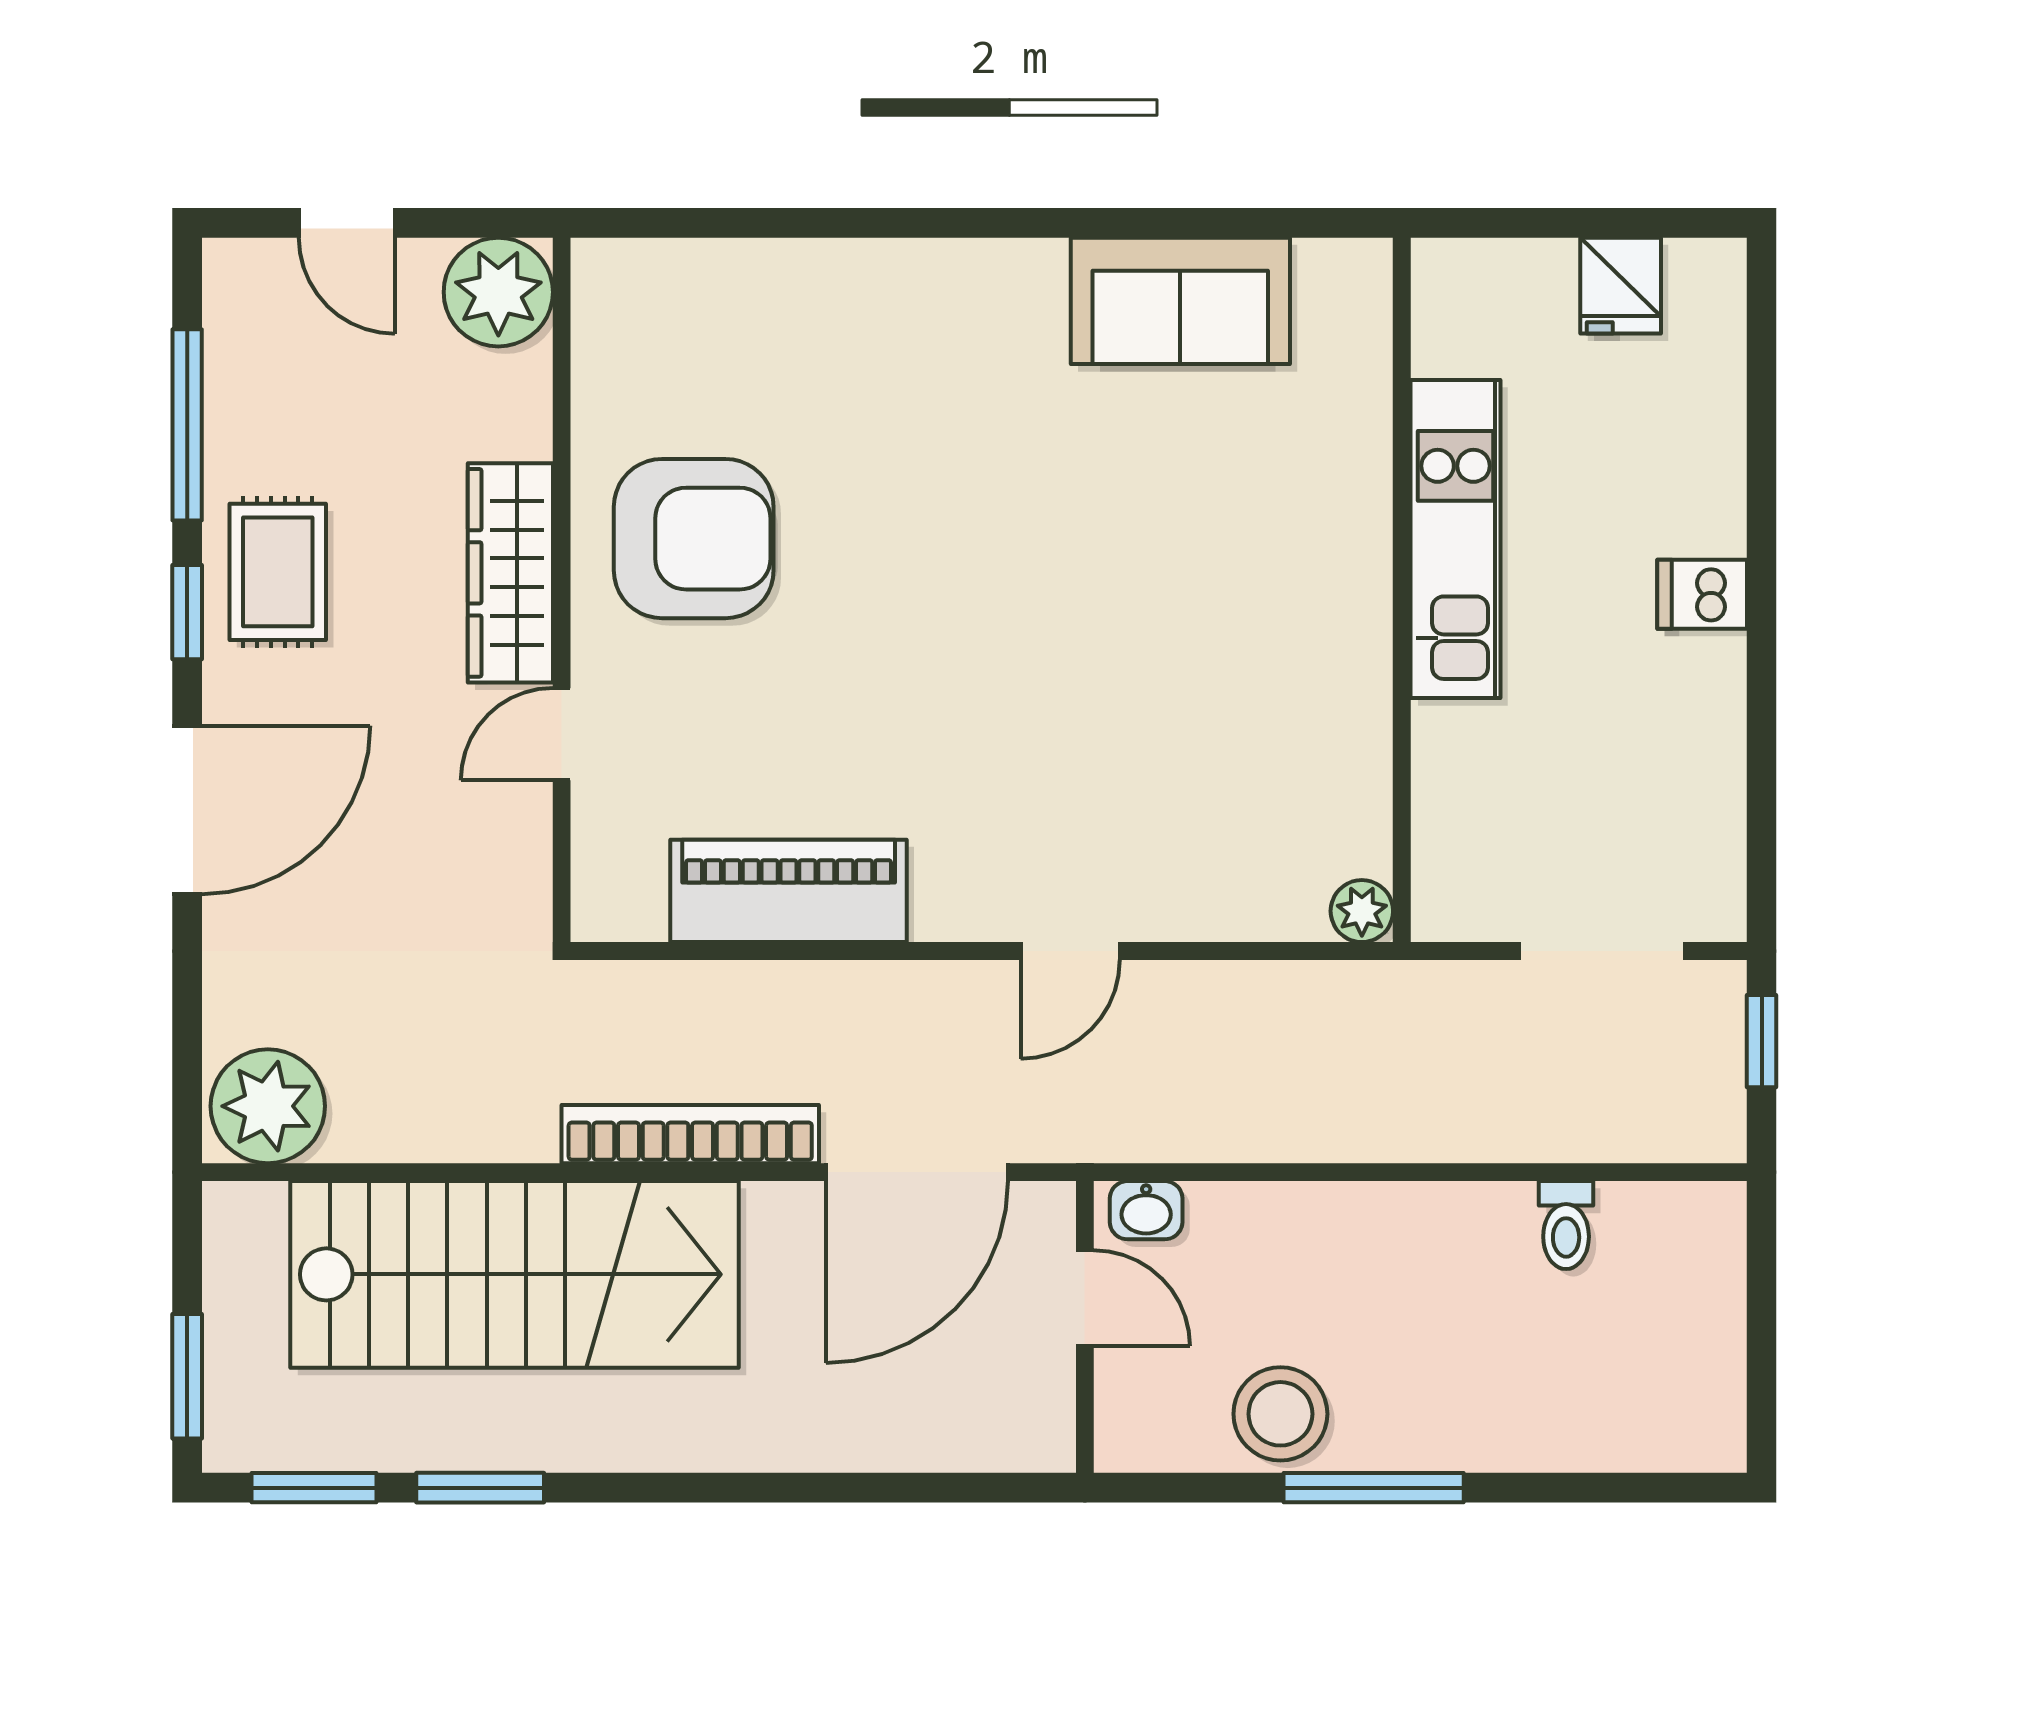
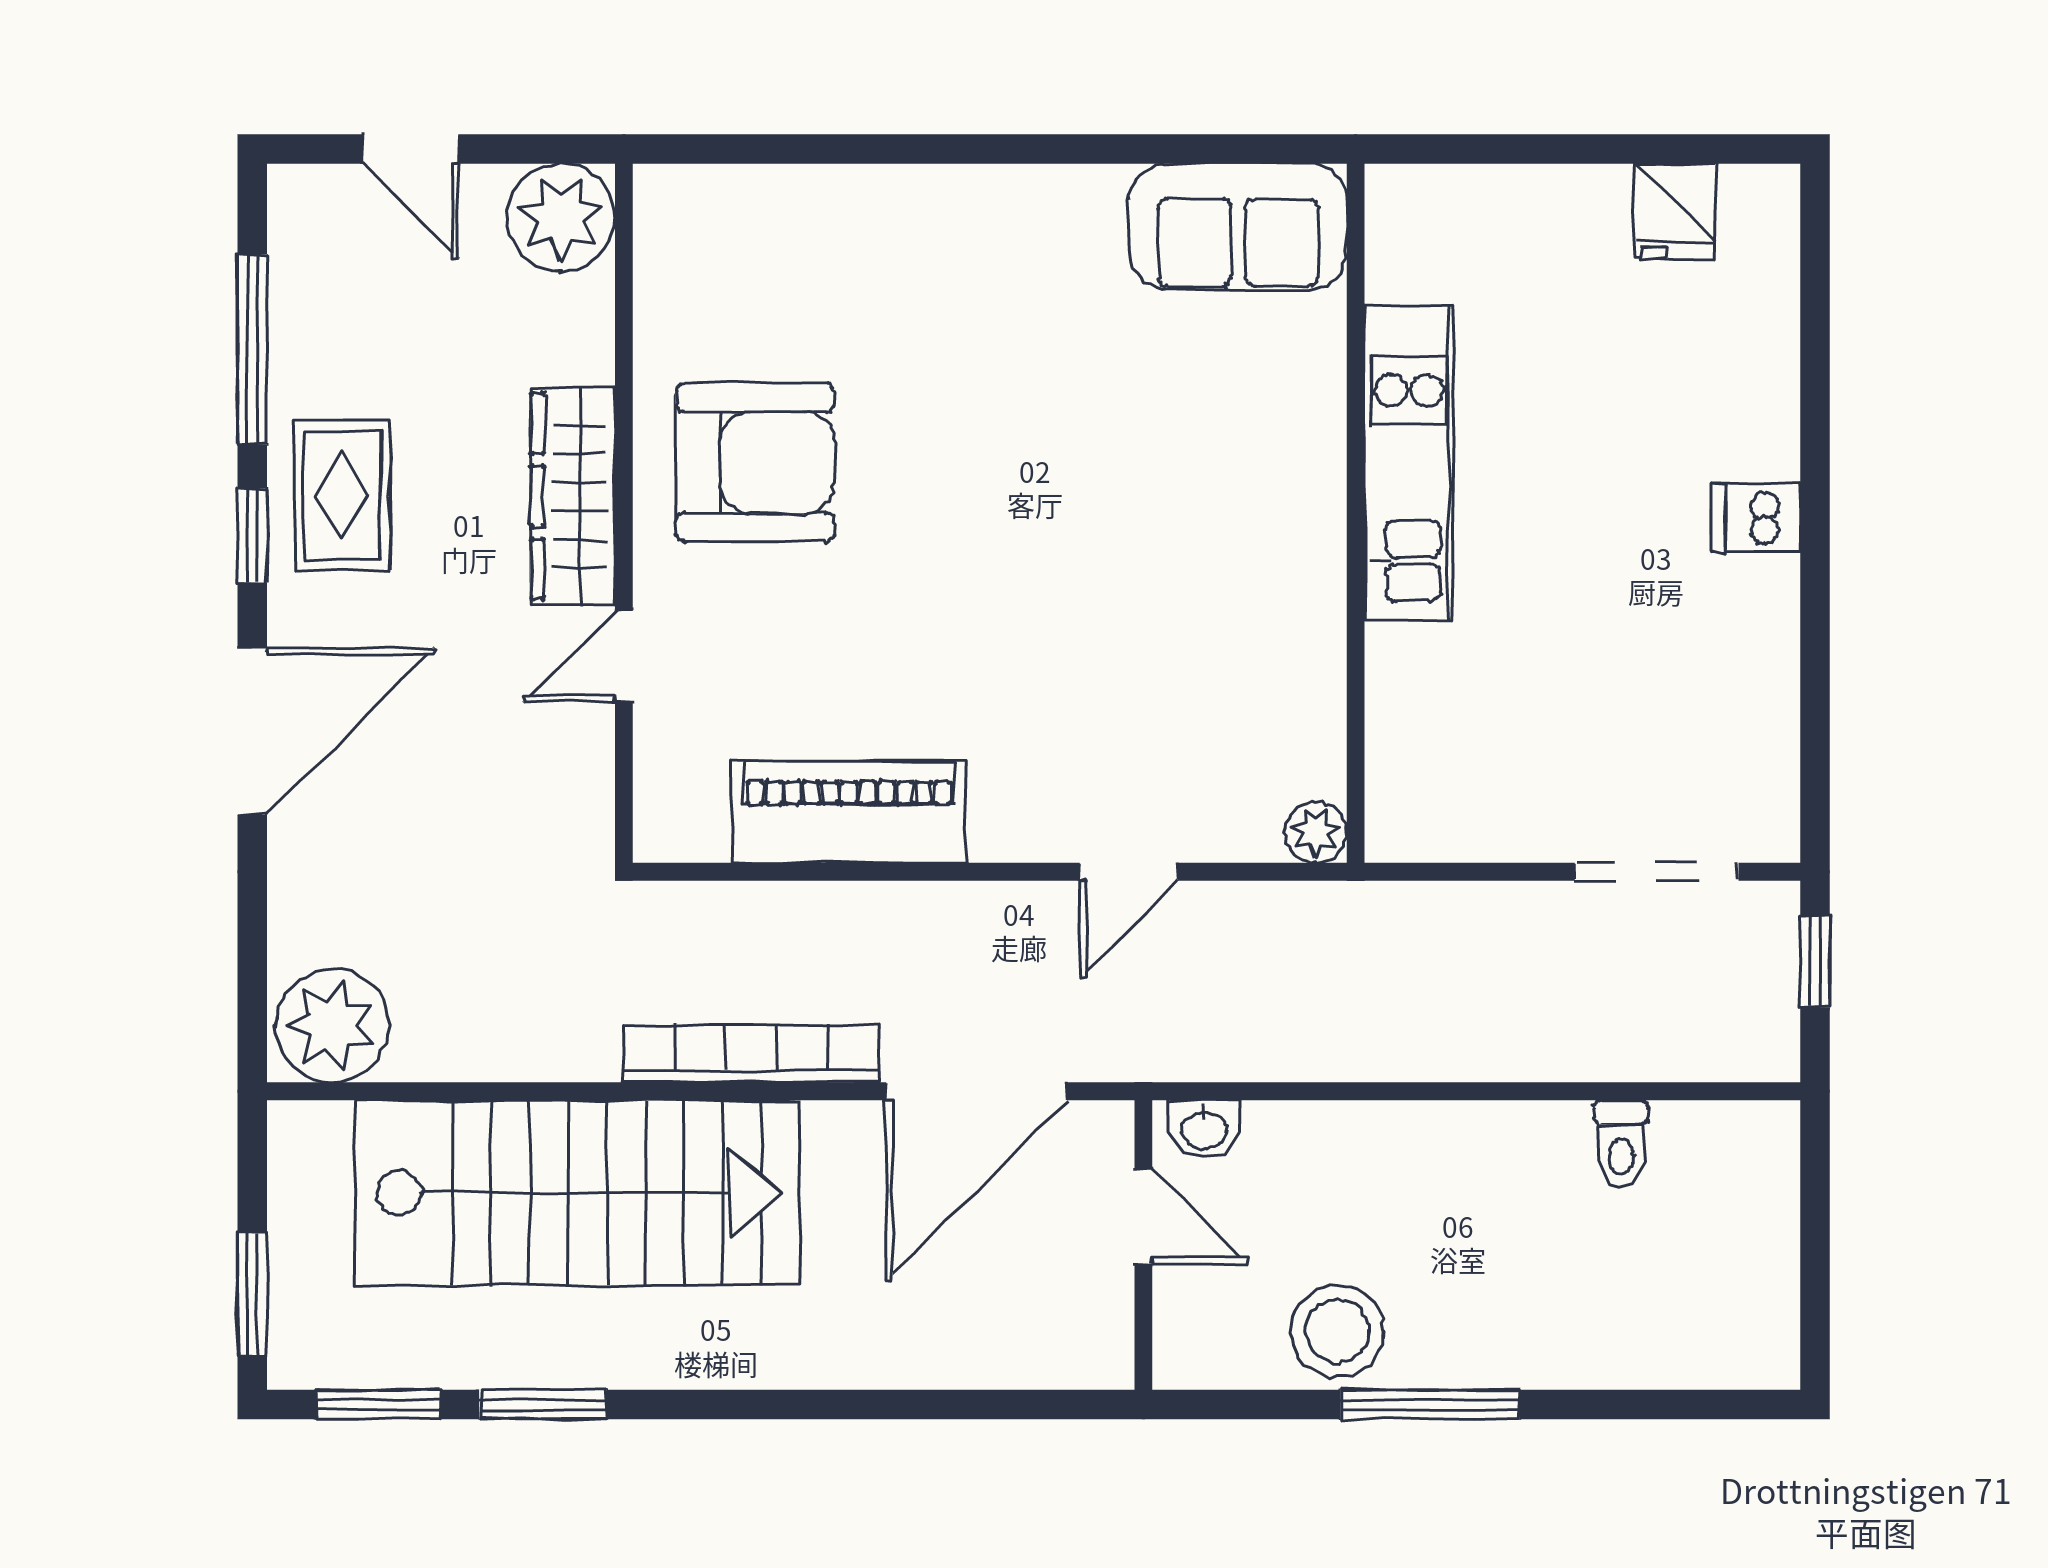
kitchen unit: (1456, 539) -> (1409, 463), moved
wall: (1402, 590) -> (1356, 513), moved
plant: (1362, 911) -> (1316, 832), moved

